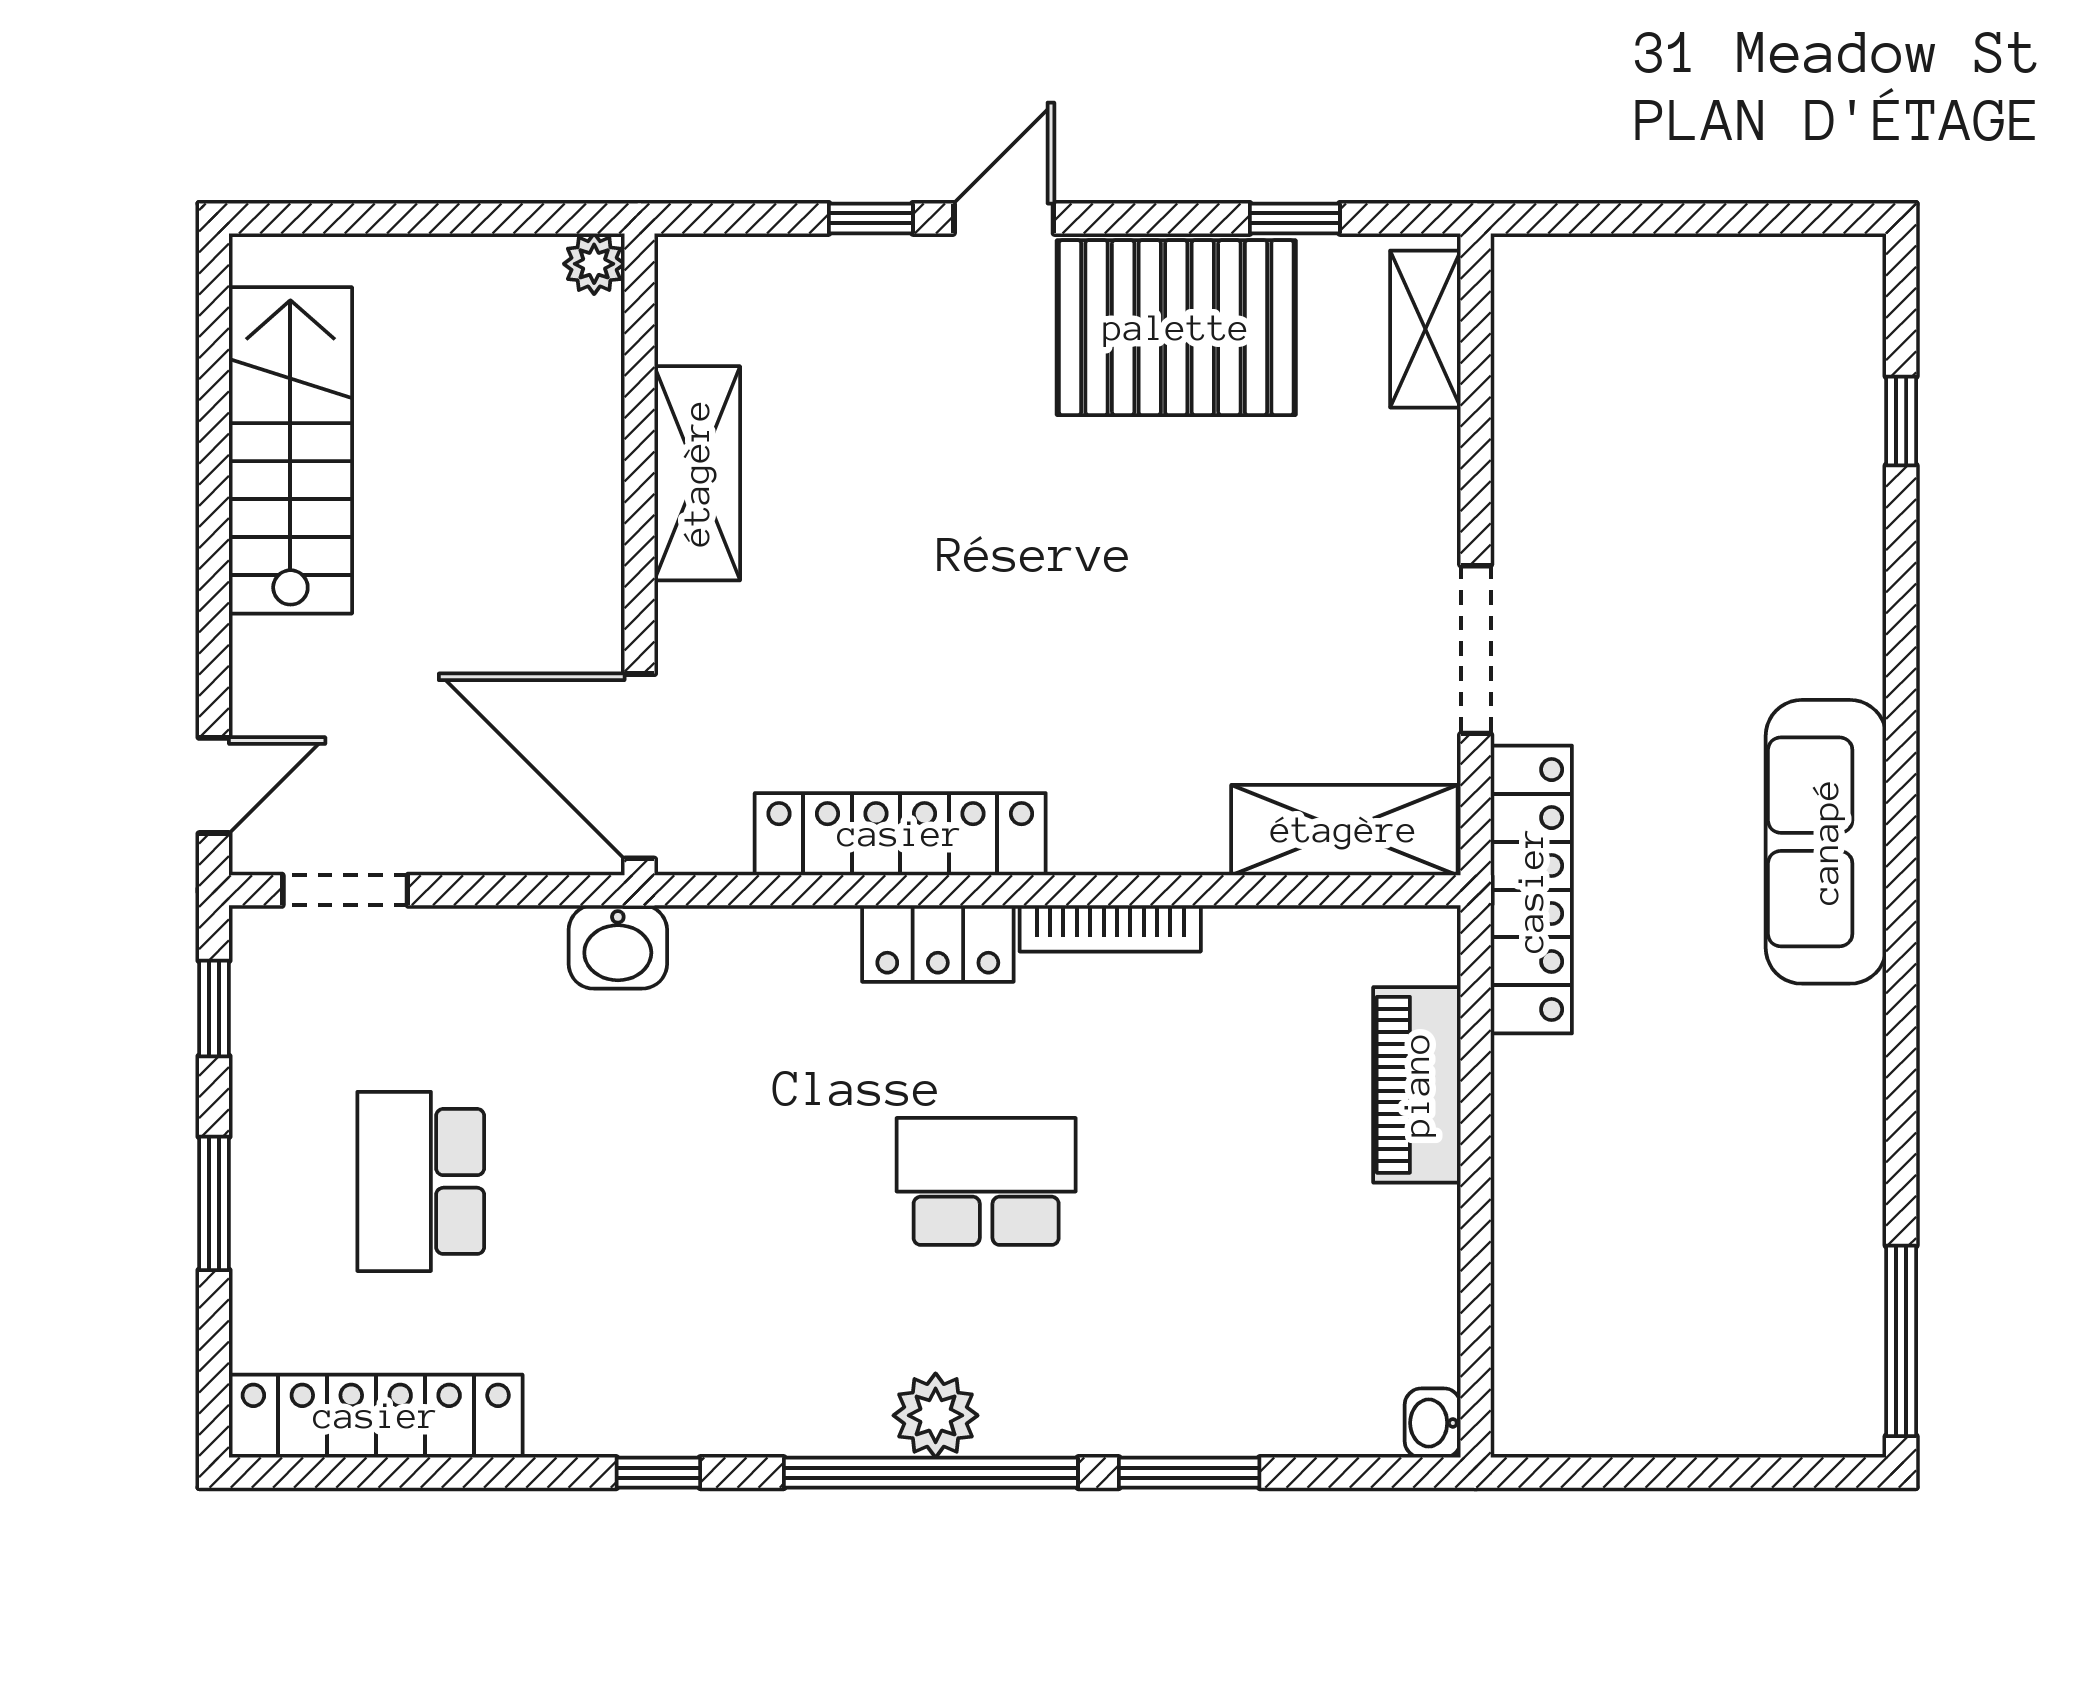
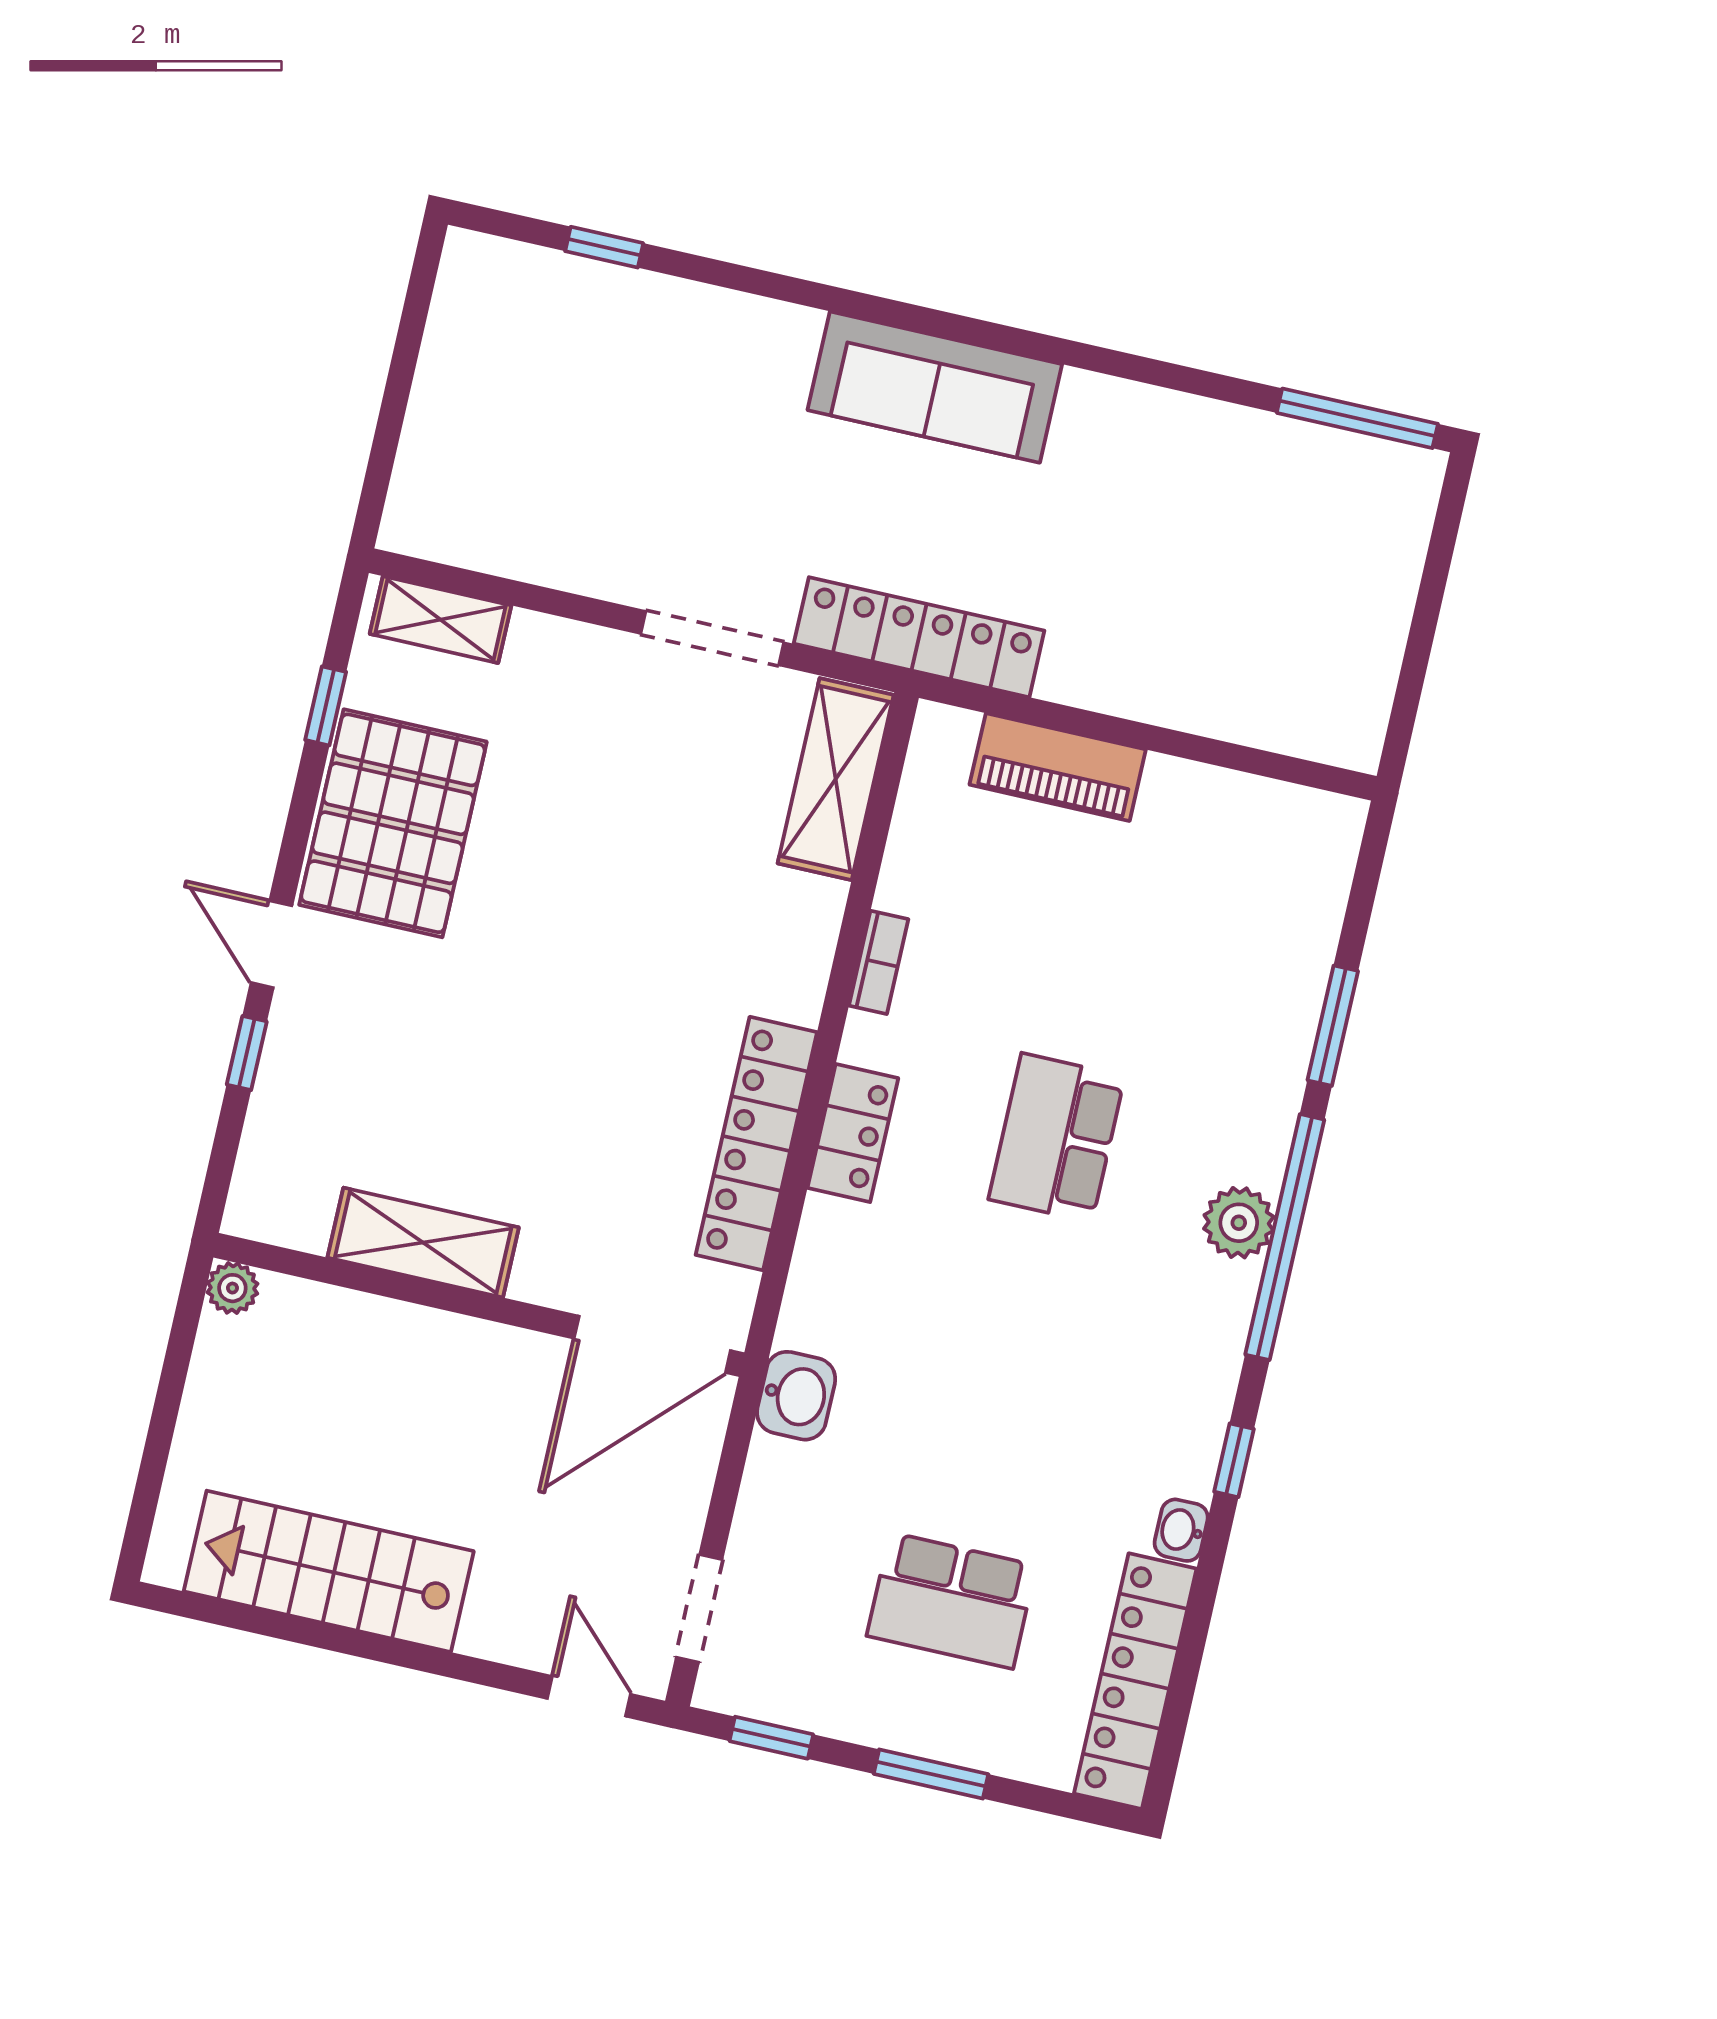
bookcase: (1110, 928) -> (879, 962), width x0.64
washbasin: (1433, 1423) -> (1181, 1530), moved, turned 90

